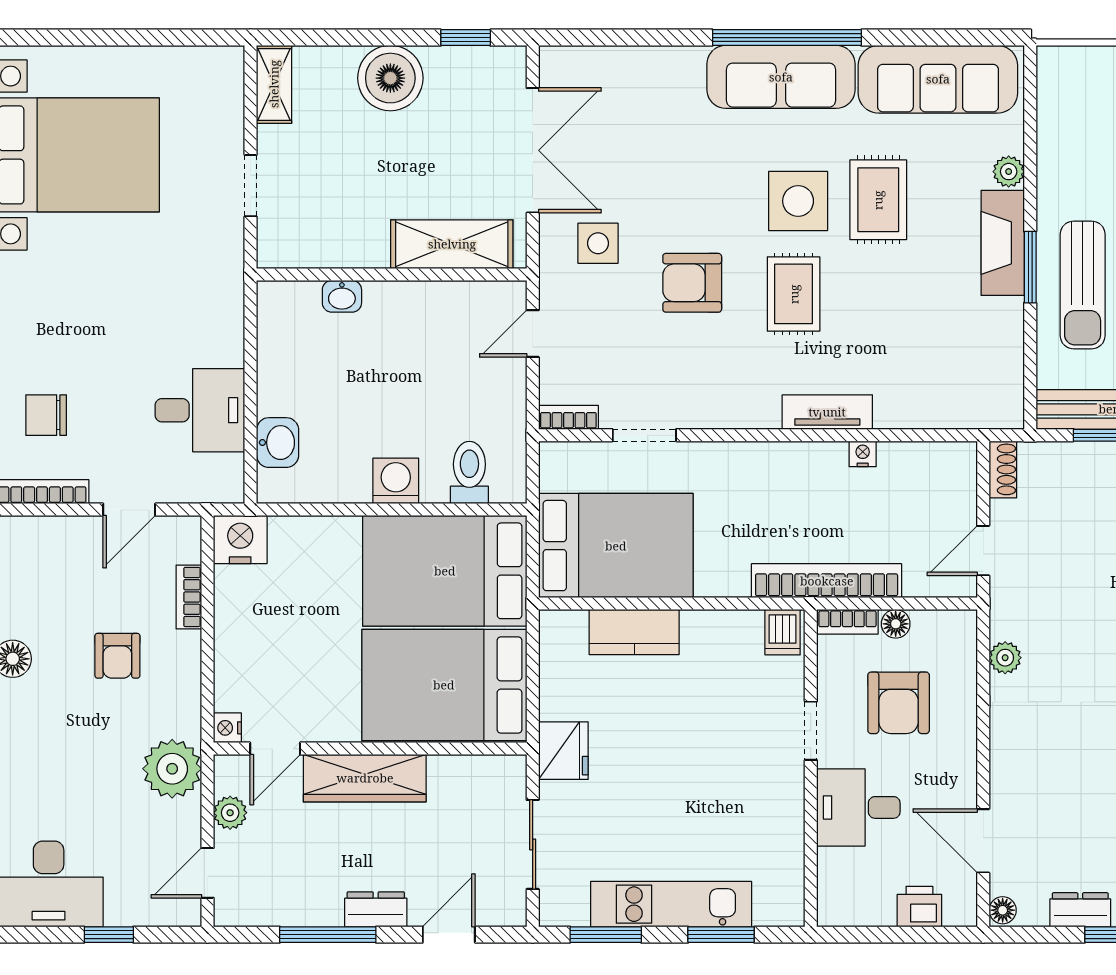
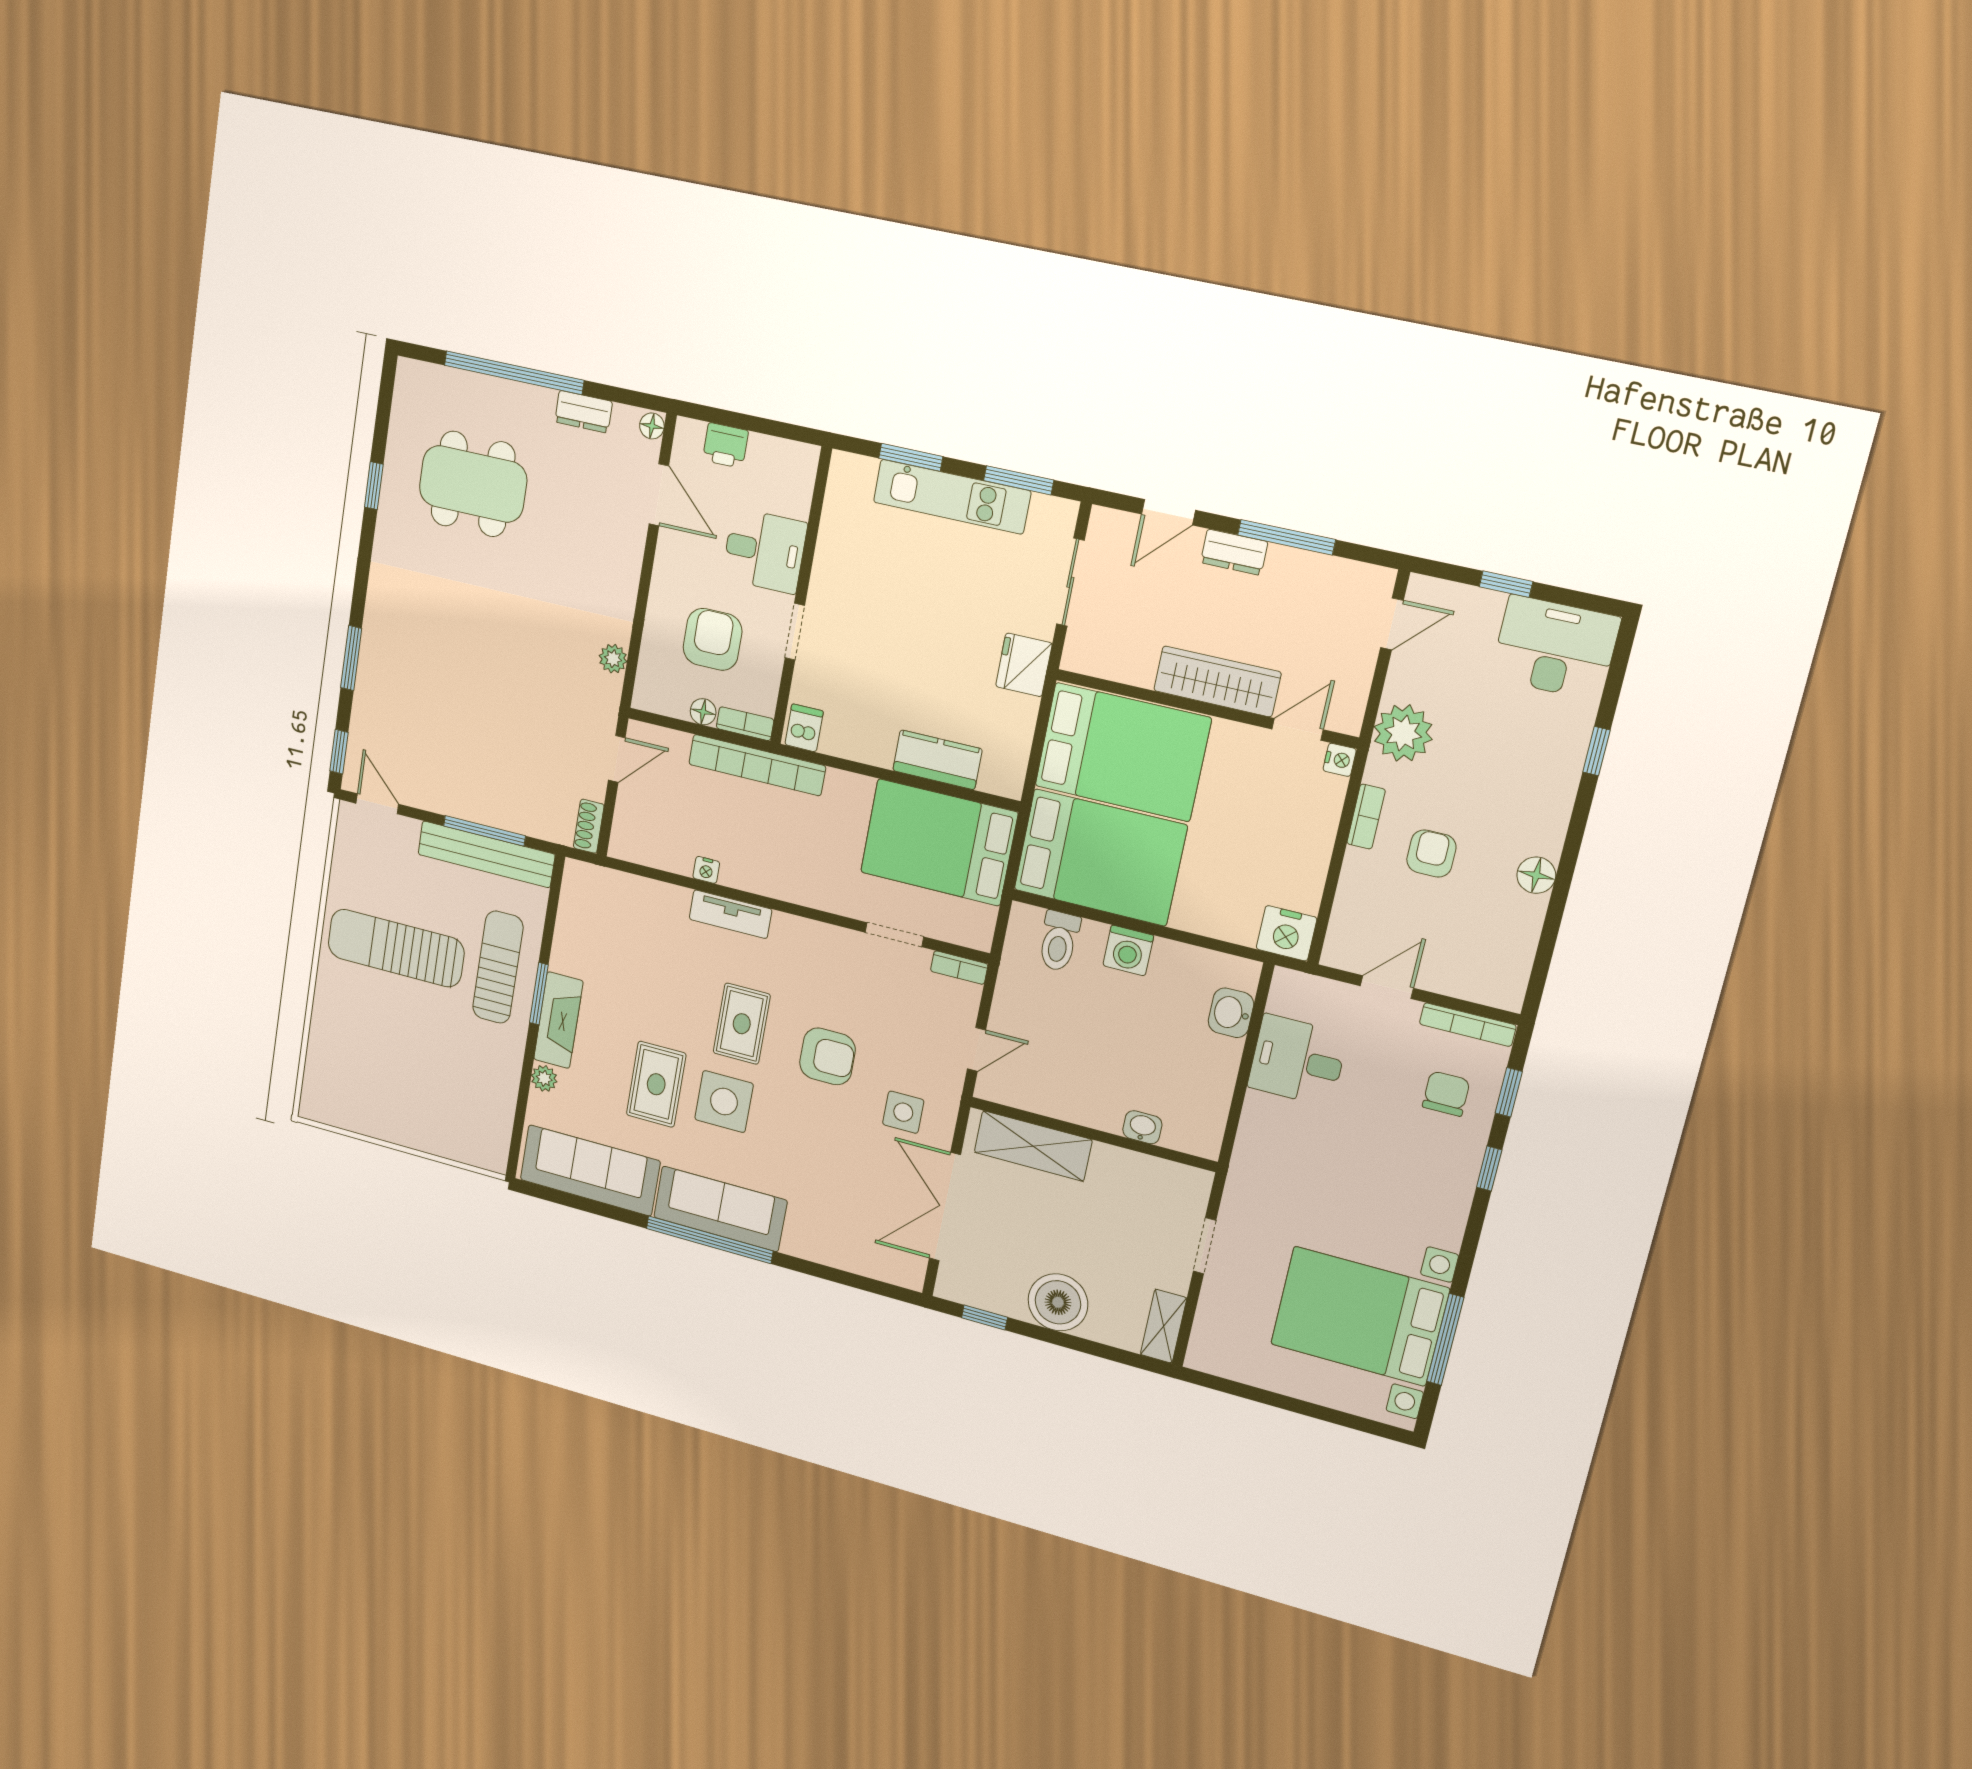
chair: (46, 415) -> (1446, 1094), turned -90
bookcase: (189, 597) -> (1366, 817), moved
plant: (230, 813) -> (1356, 678), removed

